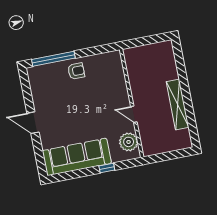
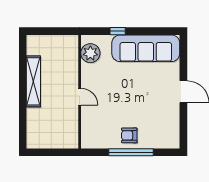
window: (53, 59) -> (131, 152), moved
door: (134, 114) -> (80, 97), moved

